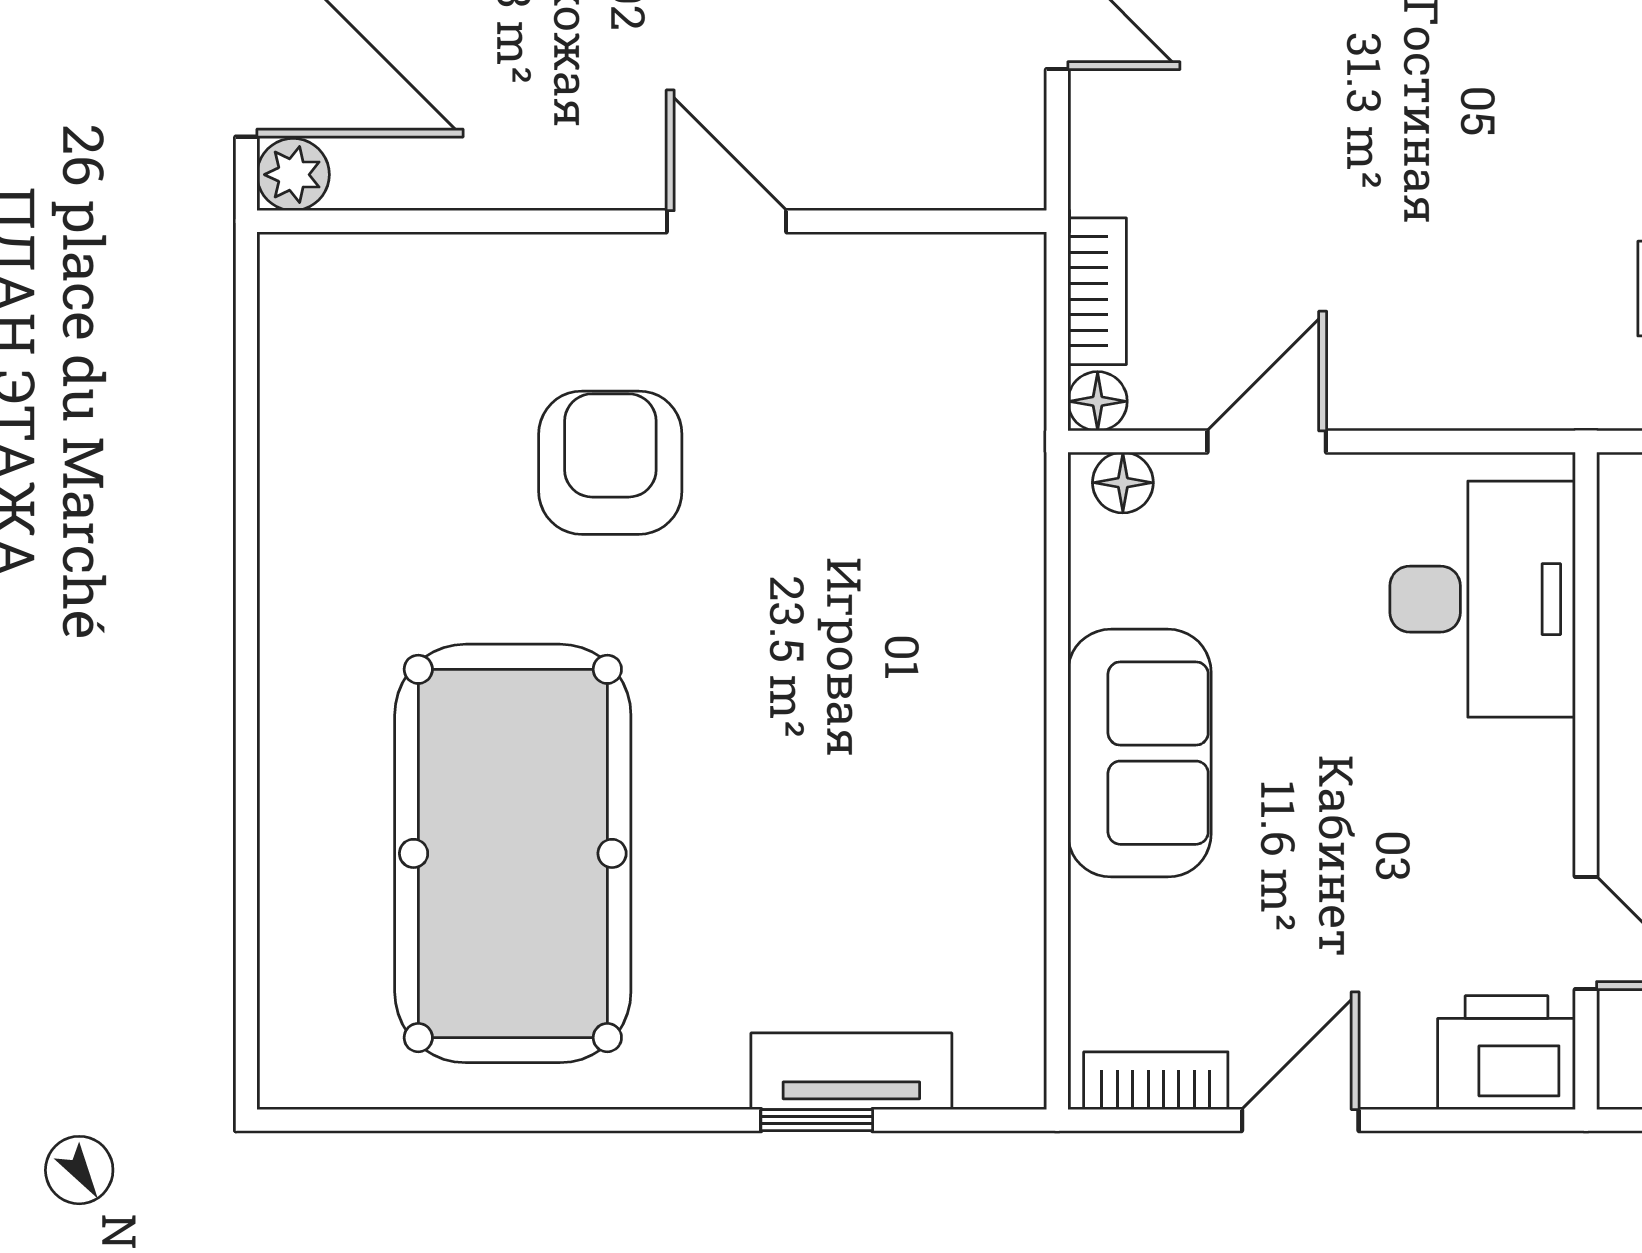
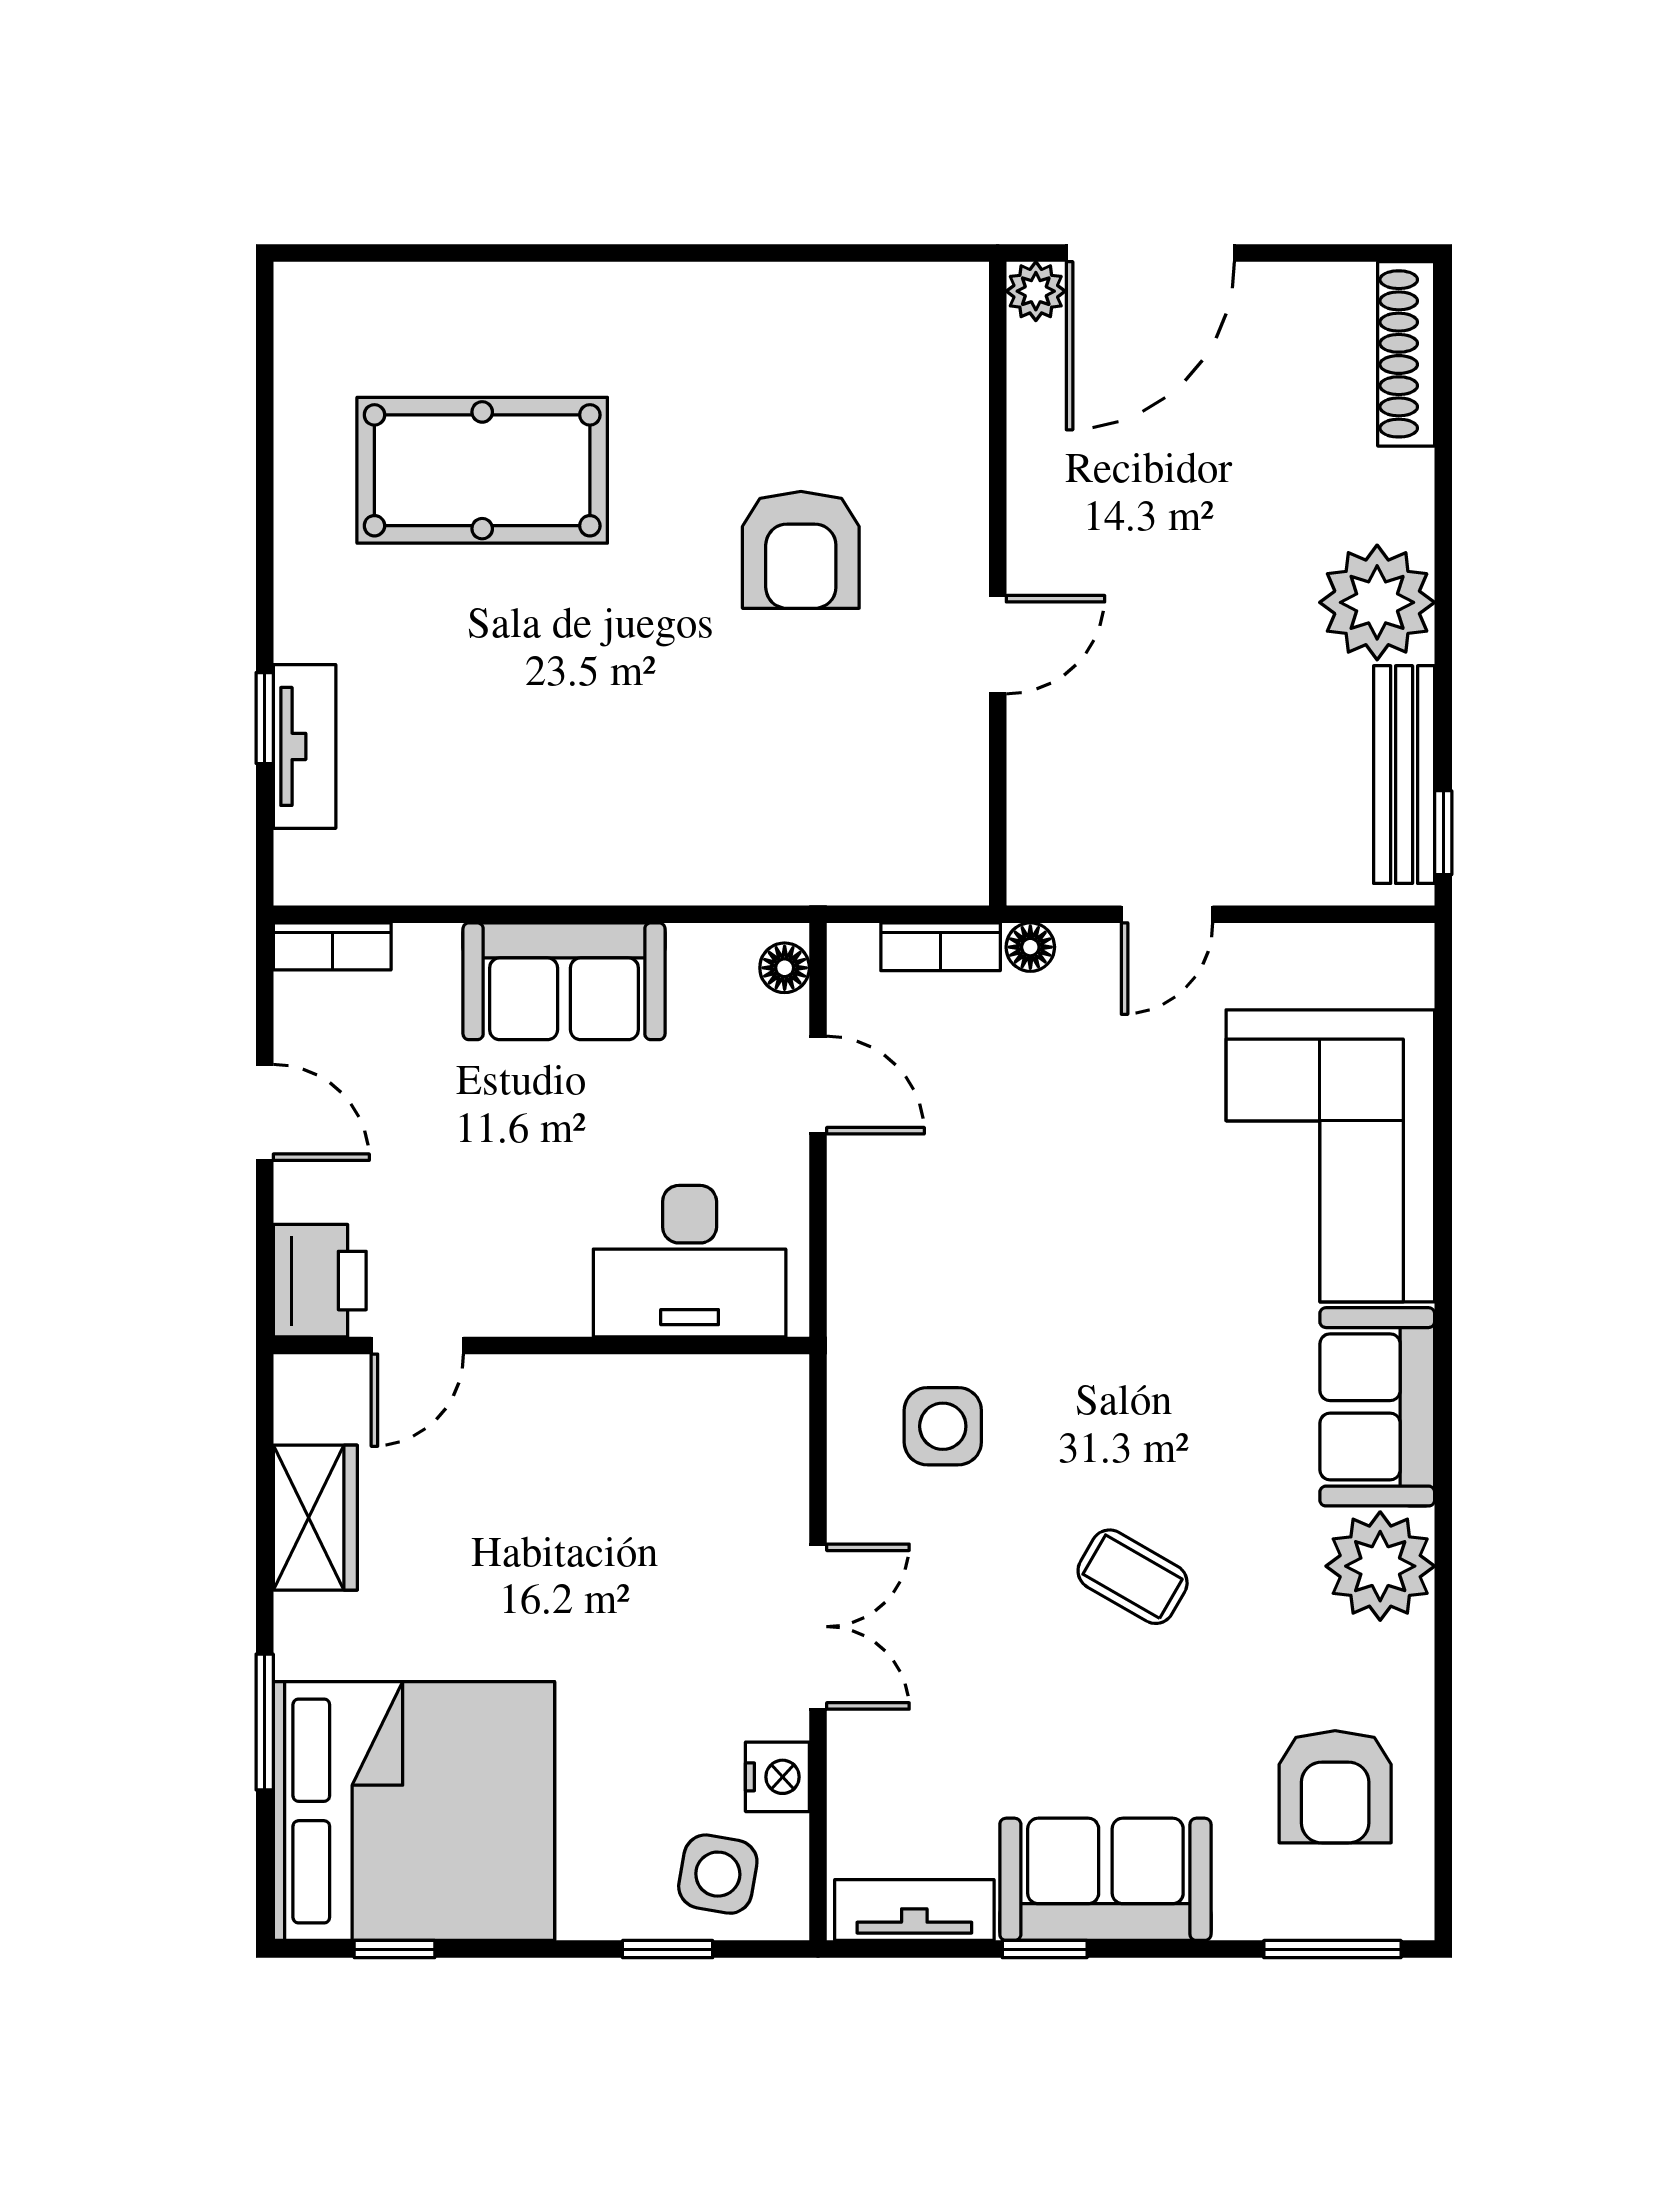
floor lamp: (1098, 401) -> (1030, 947), moved
armchair: (610, 463) -> (801, 550), turned 90
pool table: (513, 853) -> (482, 470), width x0.73, depth x0.76
bookcase: (1156, 1081) -> (332, 946), moved, turned 90

